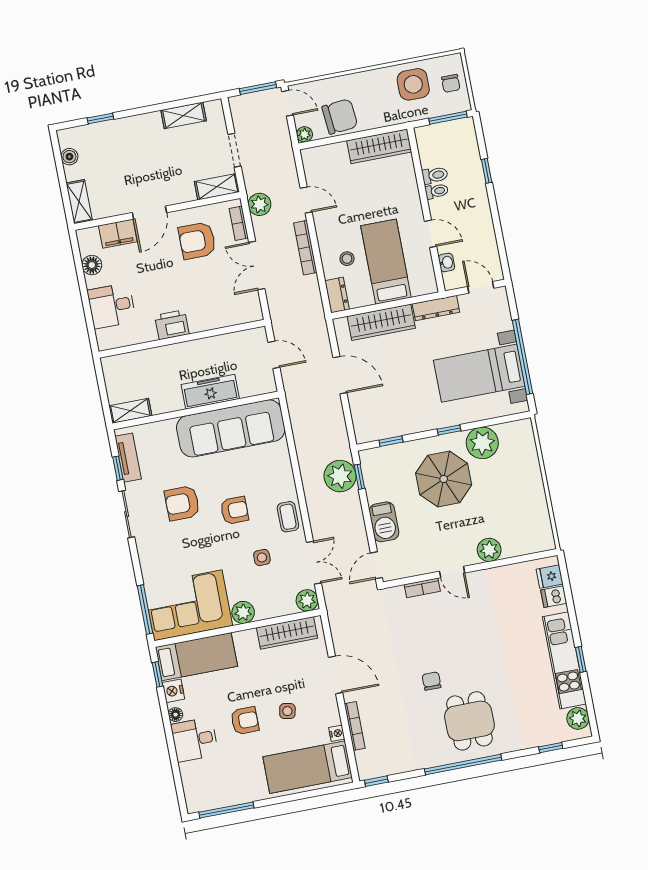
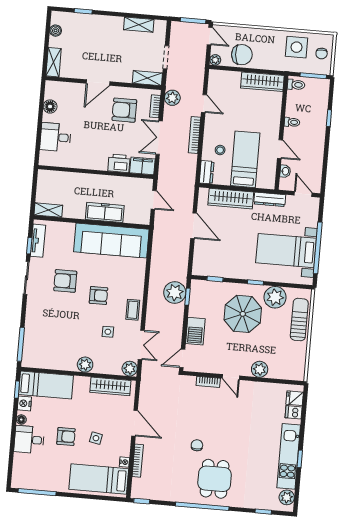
toilet: (435, 175) -> (296, 85), moved
filing cabinet: (118, 234) -> (142, 166), moved, turned 180
printer: (172, 325) -> (119, 163), moved
sun lounger: (525, 465) -> (299, 320), added
corner sofa: (188, 605) -> (50, 350), removed

